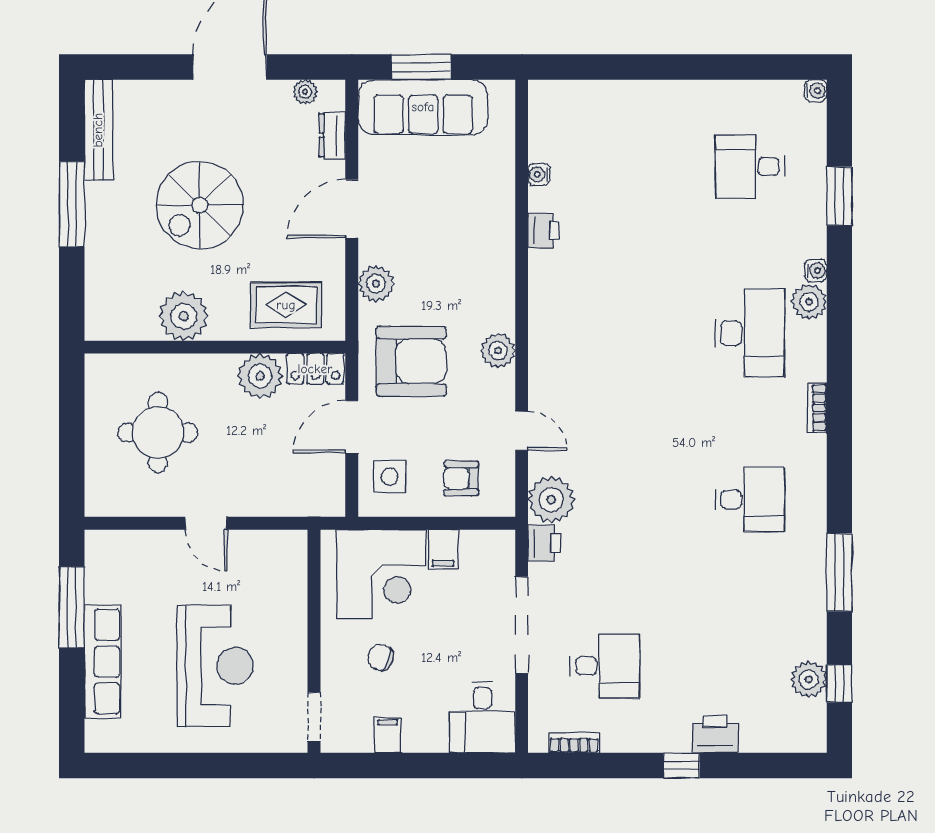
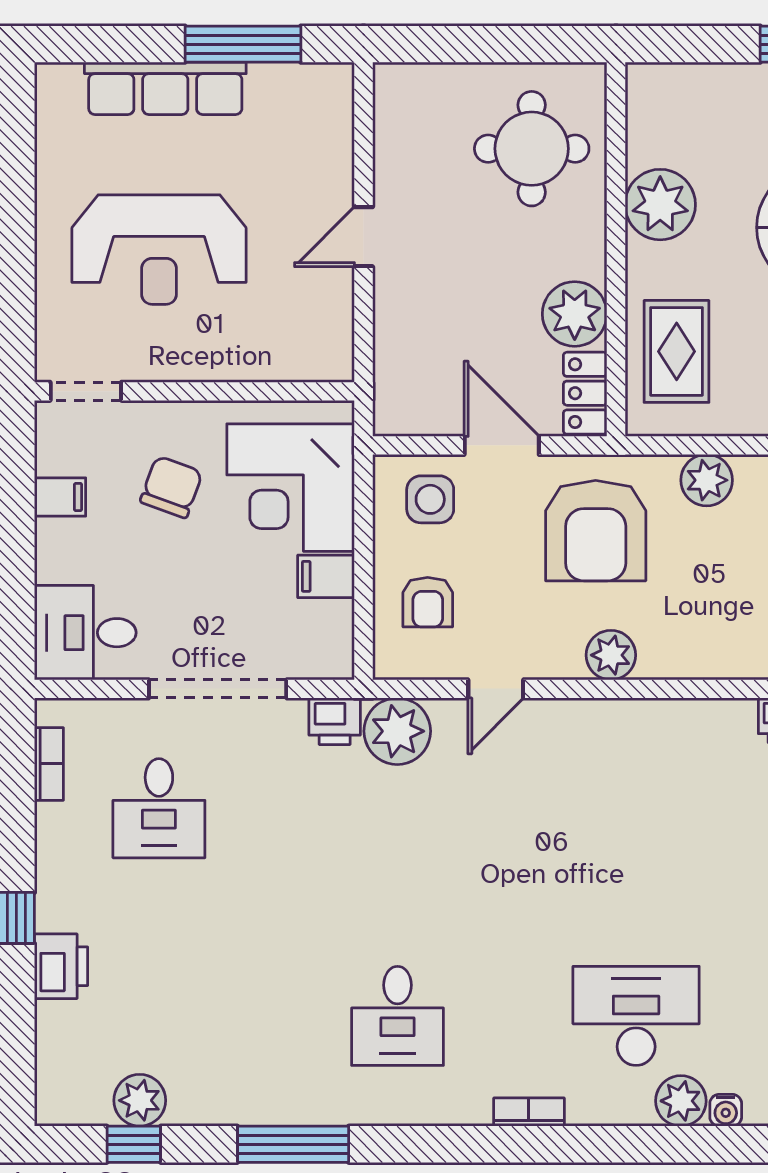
desk: (750, 333) -> (636, 1016), turned 180
round table: (158, 433) -> (532, 149), moved
armchair: (461, 478) -> (428, 602), turned 180
chair: (381, 657) -> (171, 487), width x1.37, depth x1.37

